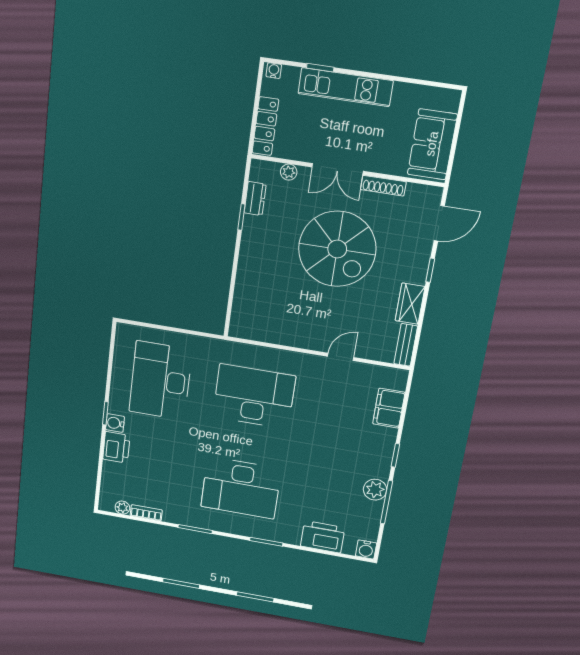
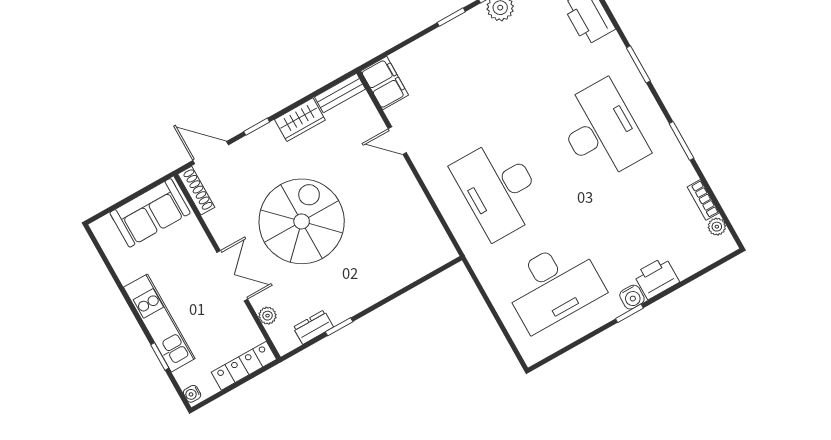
shoe rack: (383, 186) -> (196, 191), moved
filing cabinet: (389, 408) -> (385, 83), moved, turned -90

